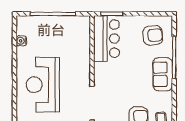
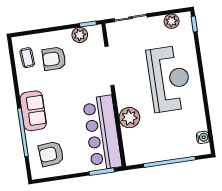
bar counter: (106, 39) -> (102, 133), width x1.36
water cooler: (21, 41) -> (203, 137), moved
plant: (81, 57) -> (129, 118), added

